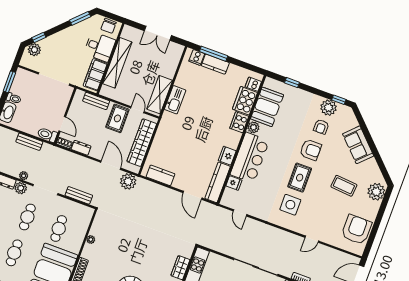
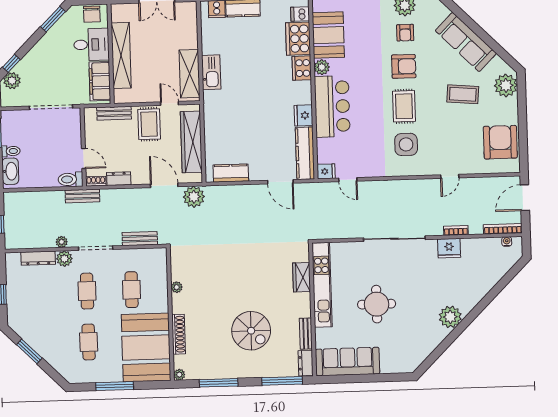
bench: (29, 142) -> (82, 196), moved
sofa: (358, 145) -> (466, 42), width x1.36
fridge: (234, 183) -> (326, 171), moved

